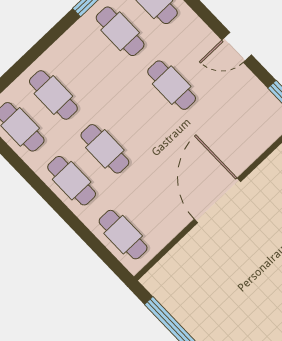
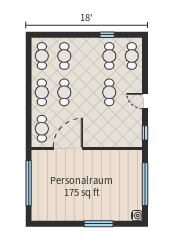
door: (218, 200) -> (68, 148), moved

